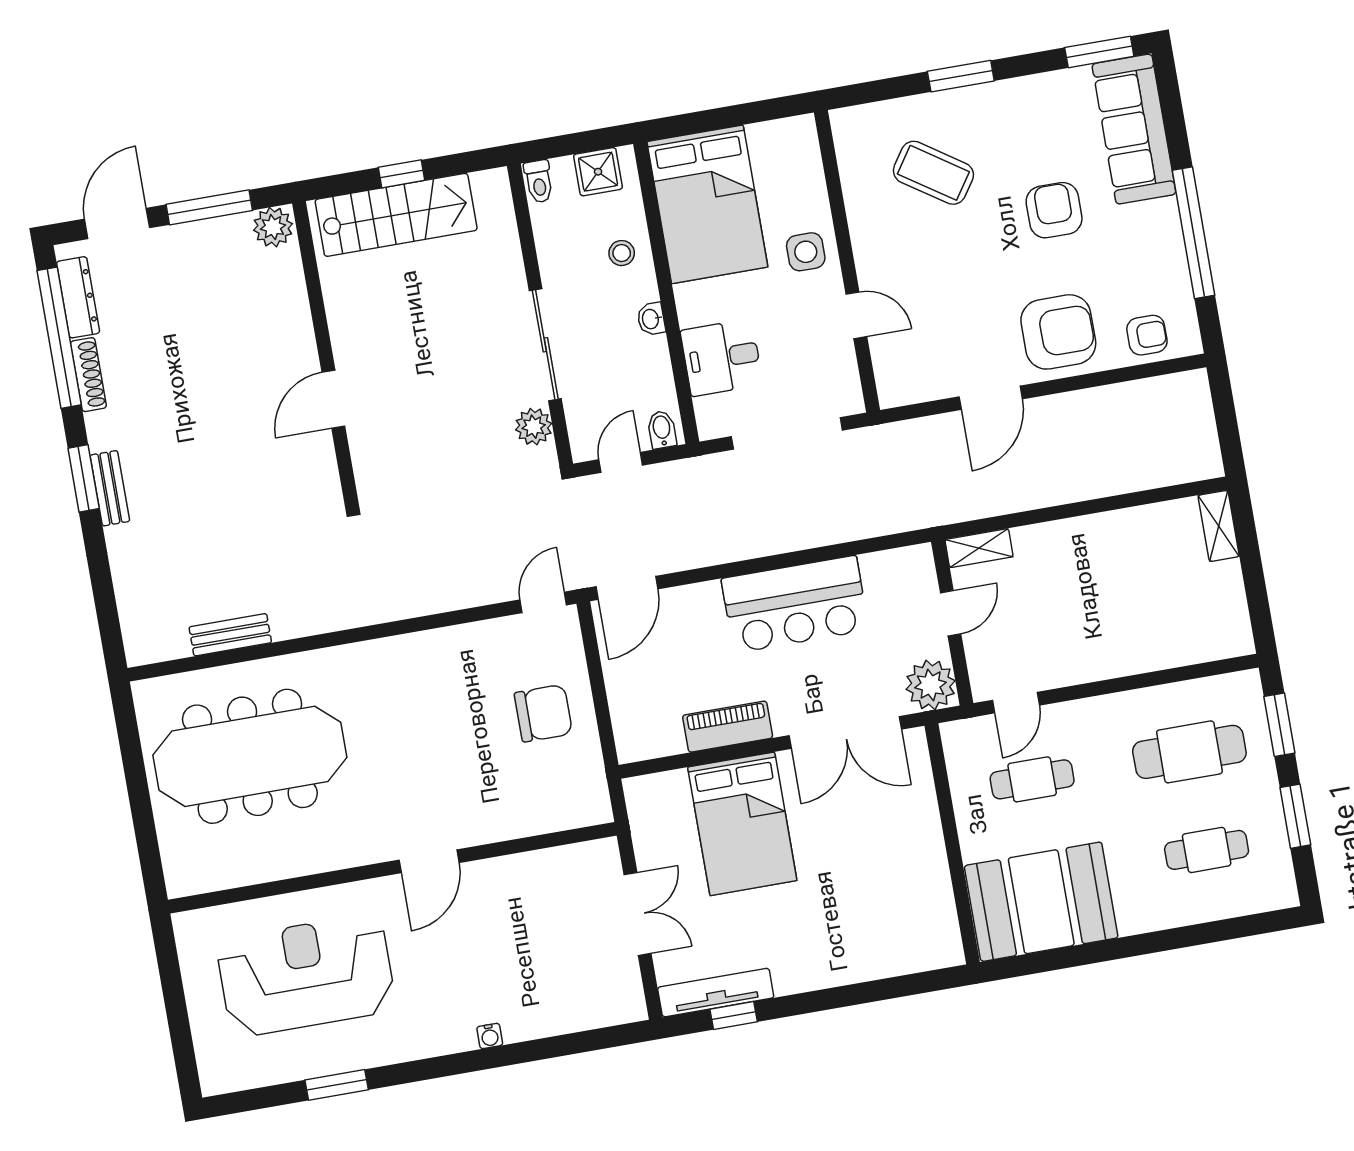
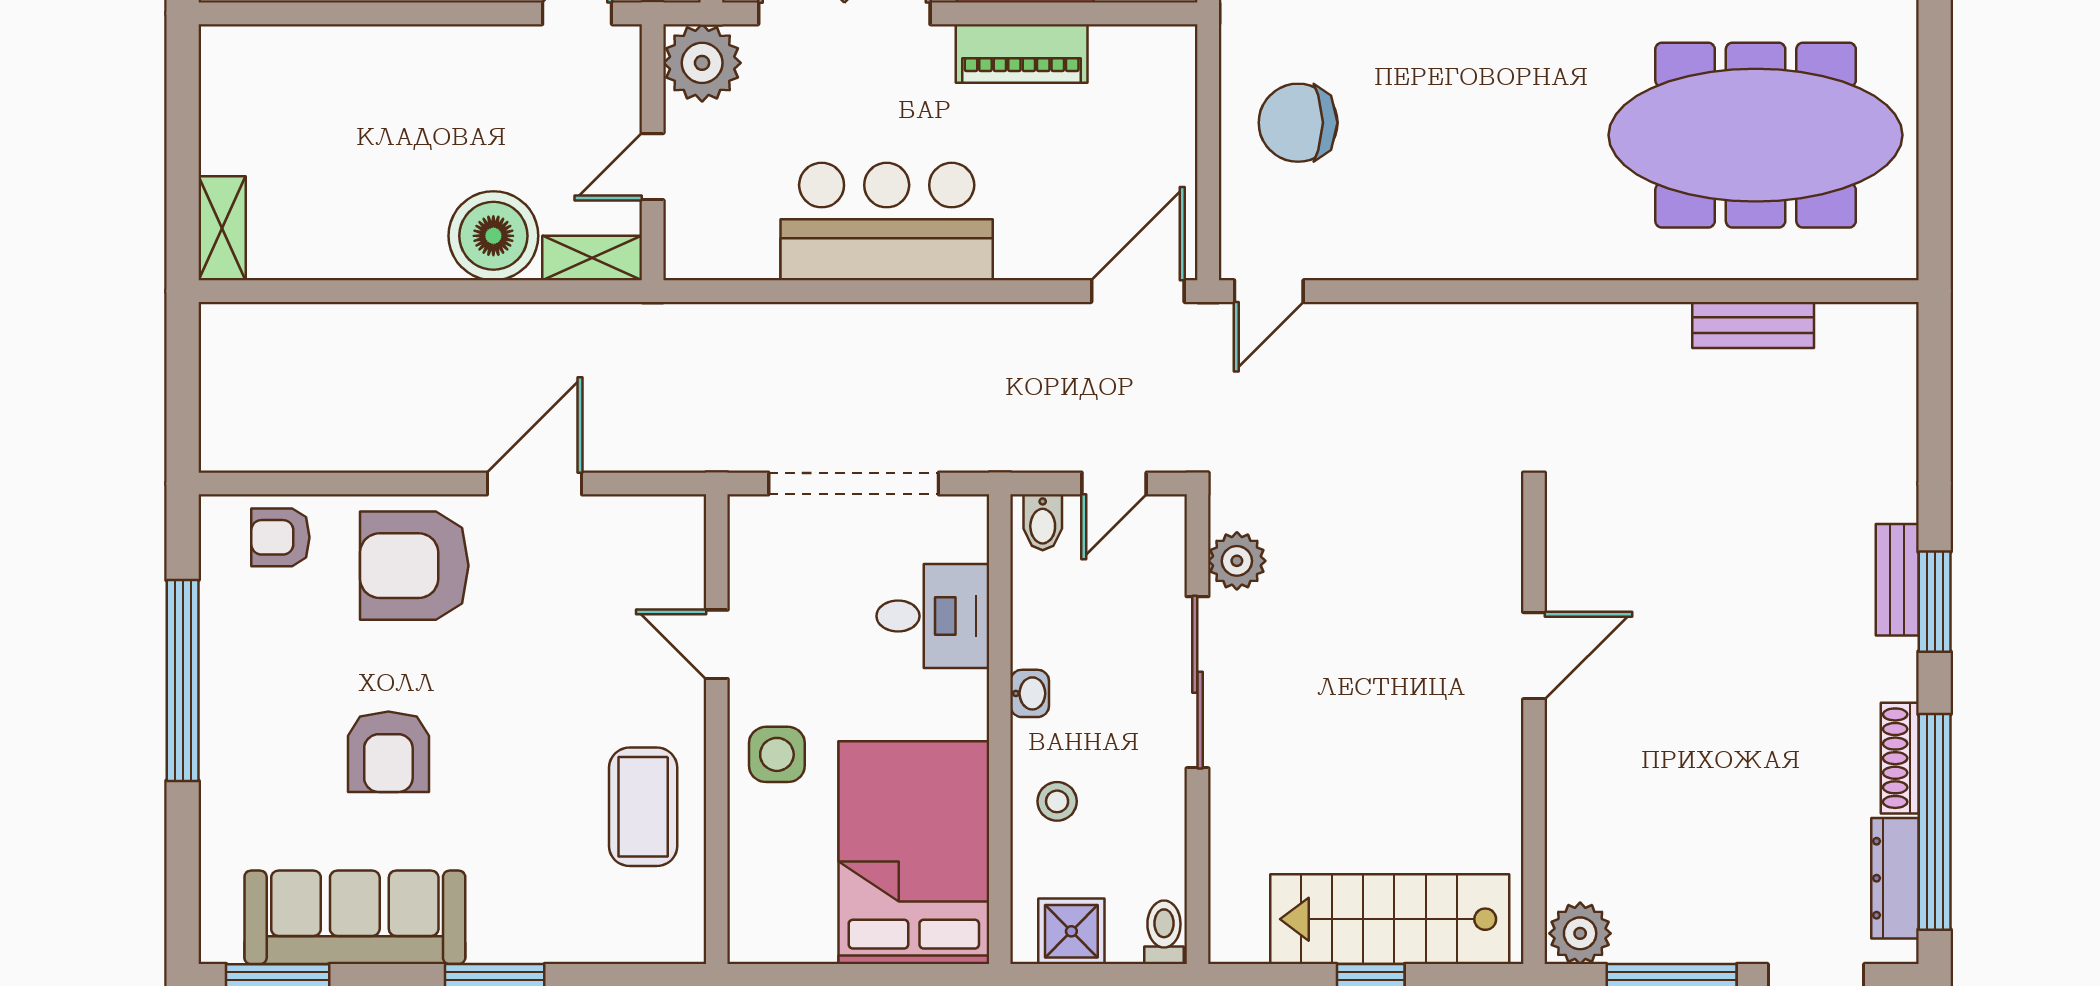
sofa: (1134, 129) -> (355, 917), moved, turned -90
coffee table: (933, 173) -> (643, 807), moved, turned 56
boiler: (1045, 551) -> (493, 236), added

